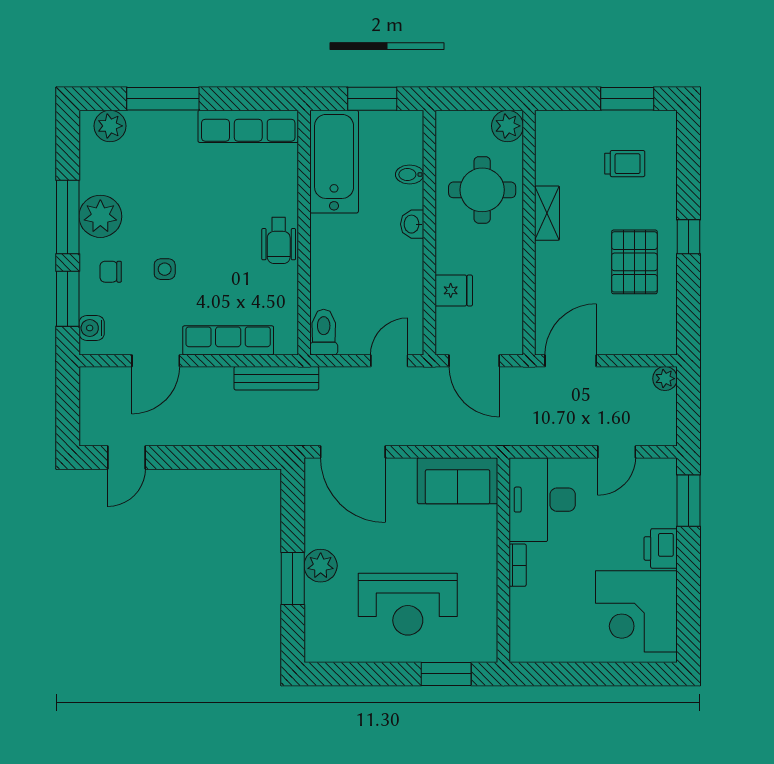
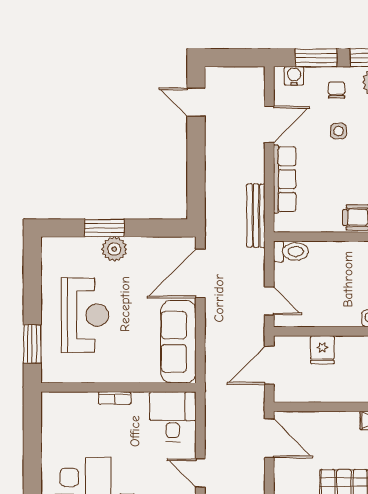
door: (156, 361) -> (269, 124), swing flipped
sofa: (458, 481) -> (178, 342), width x1.36
desk: (542, 500) -> (173, 417), width x0.73
reception desk: (408, 604) -> (85, 315), turned 180

